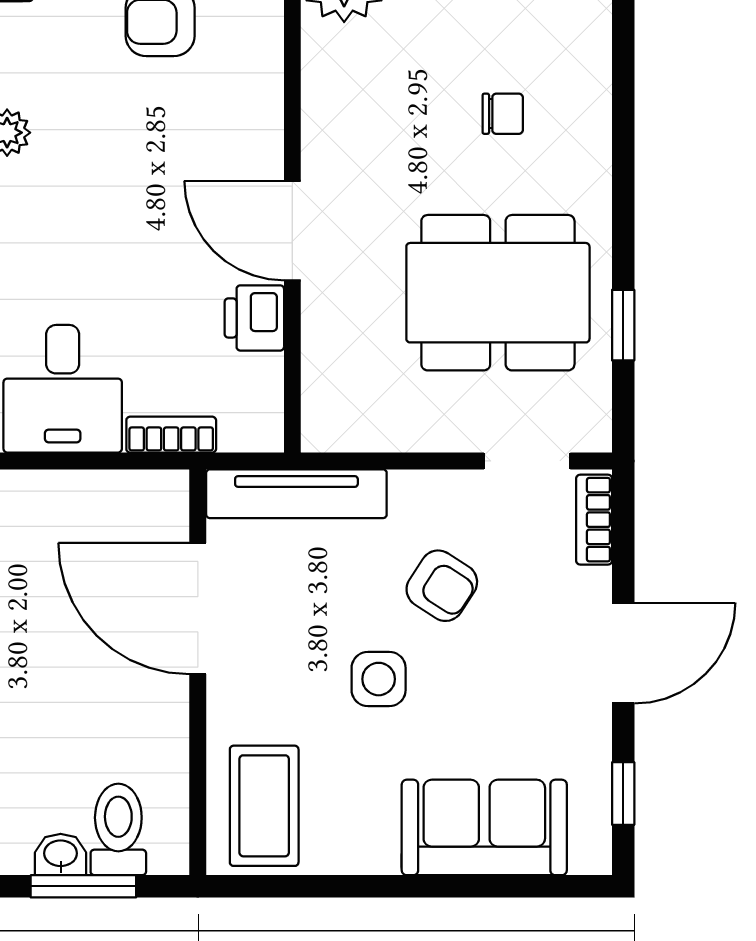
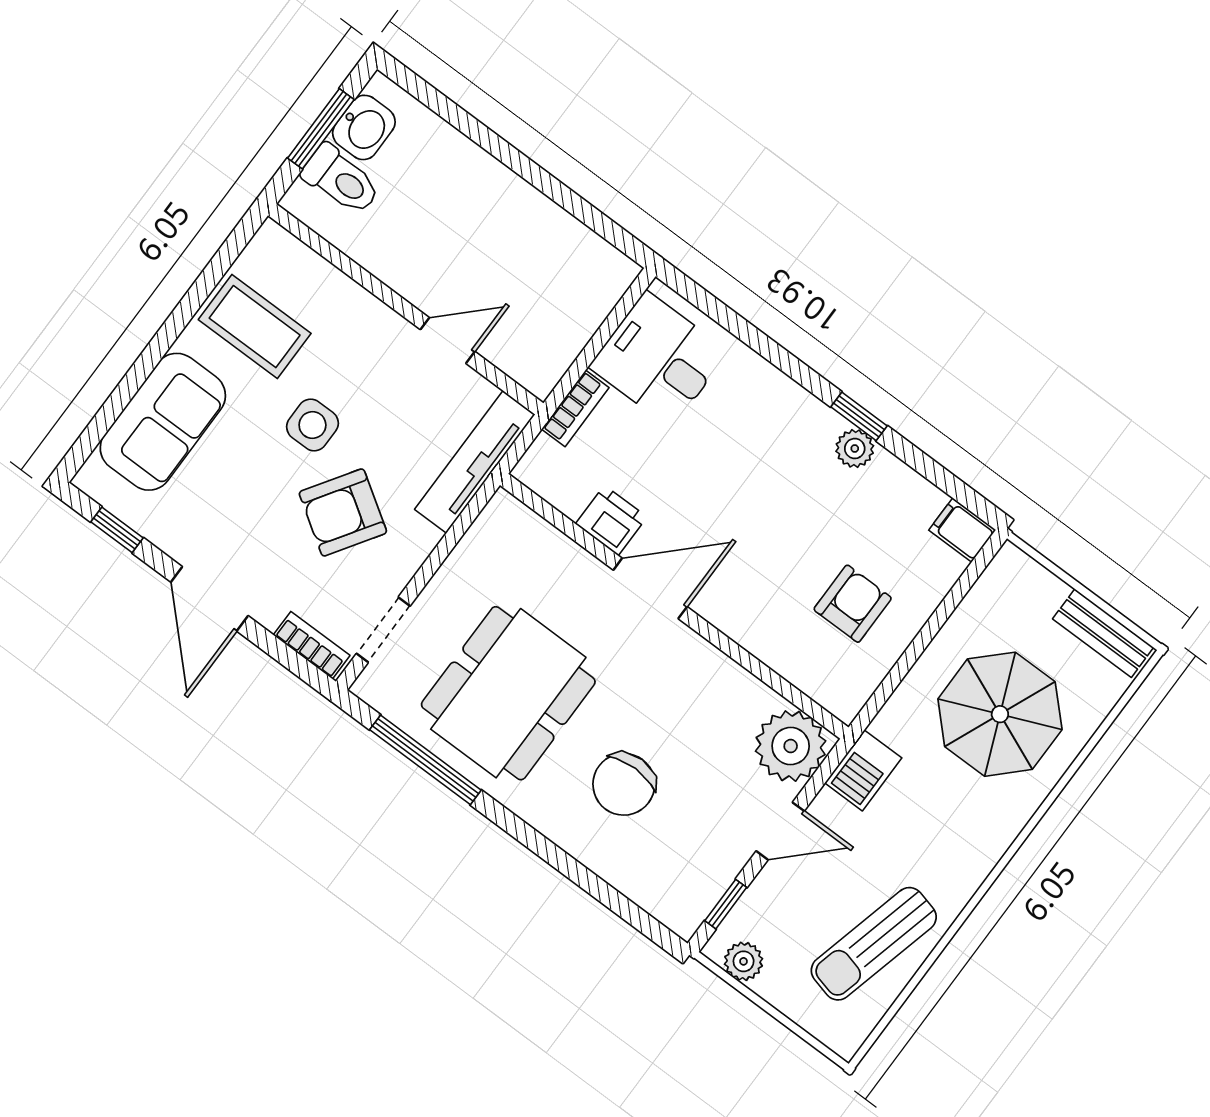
chair: (503, 114) -> (624, 784), width x1.87, depth x1.87
window: (623, 325) -> (425, 760), width x2.17
armchair: (442, 586) -> (343, 512), width x1.38, depth x1.38
door: (198, 609) -> (448, 341), width x0.53
coffee table: (264, 806) -> (255, 327), moved
washbasin: (61, 854) -> (364, 127), width x1.38, depth x1.45

